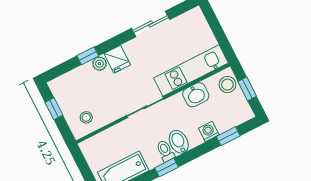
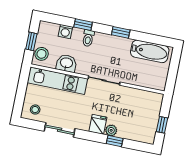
stool: (86, 117) -> (35, 110), moved
washing machine: (209, 132) -> (65, 32), moved
window: (228, 136) -> (83, 25), moved
bidet: (179, 142) -> (100, 42), removed
toilet: (165, 151) -> (88, 38), moved

